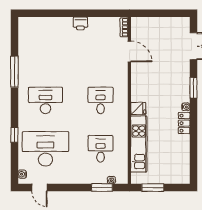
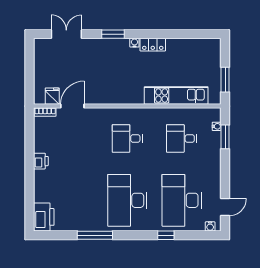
printer: (31, 26) -> (44, 217), added
desk: (45, 100) -> (127, 200), width x1.36, depth x1.30
fridge: (138, 109) -> (52, 96), moved

